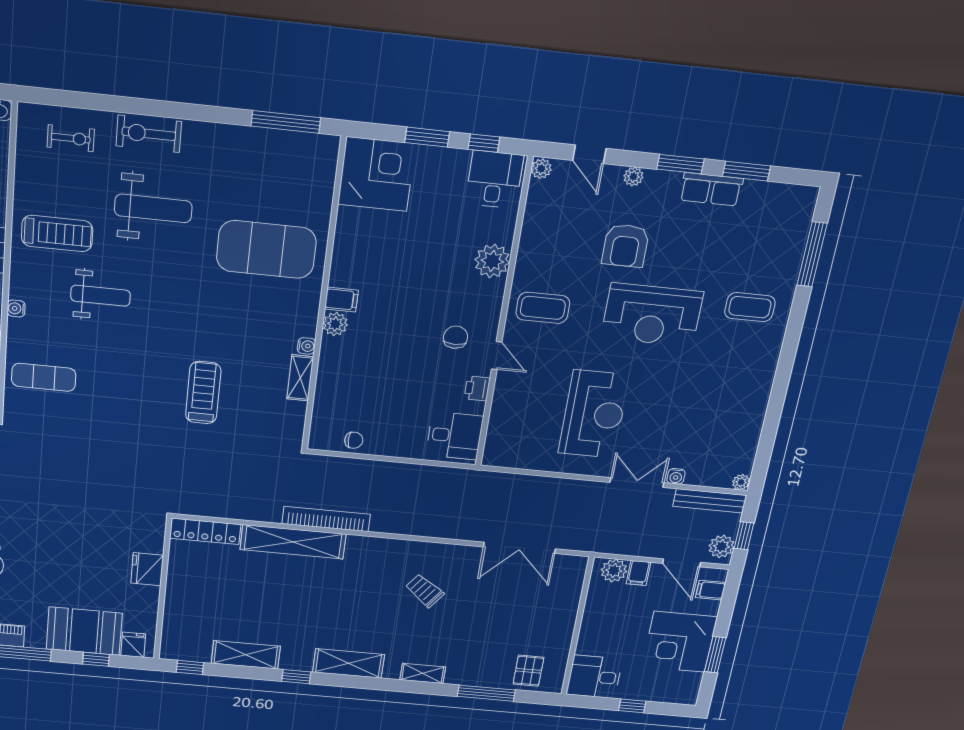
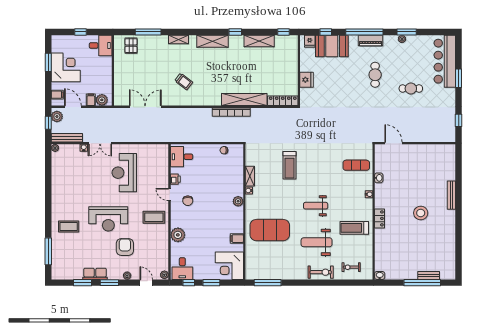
weight bench: (101, 296) -> (316, 206), moved
filing cabinet: (341, 300) -> (237, 239), moved
reception desk: (652, 315) -> (108, 219), turned 180

